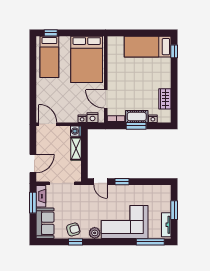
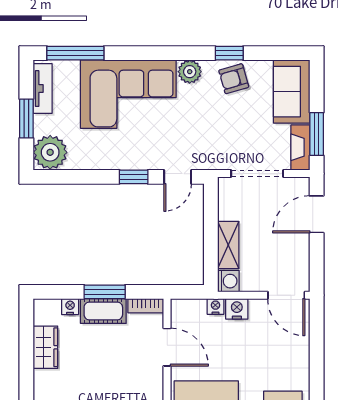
nightstand: (93, 118) -> (237, 309), moved
door: (101, 182) -> (178, 177), swing flipped
plant: (163, 194) -> (50, 152), added

